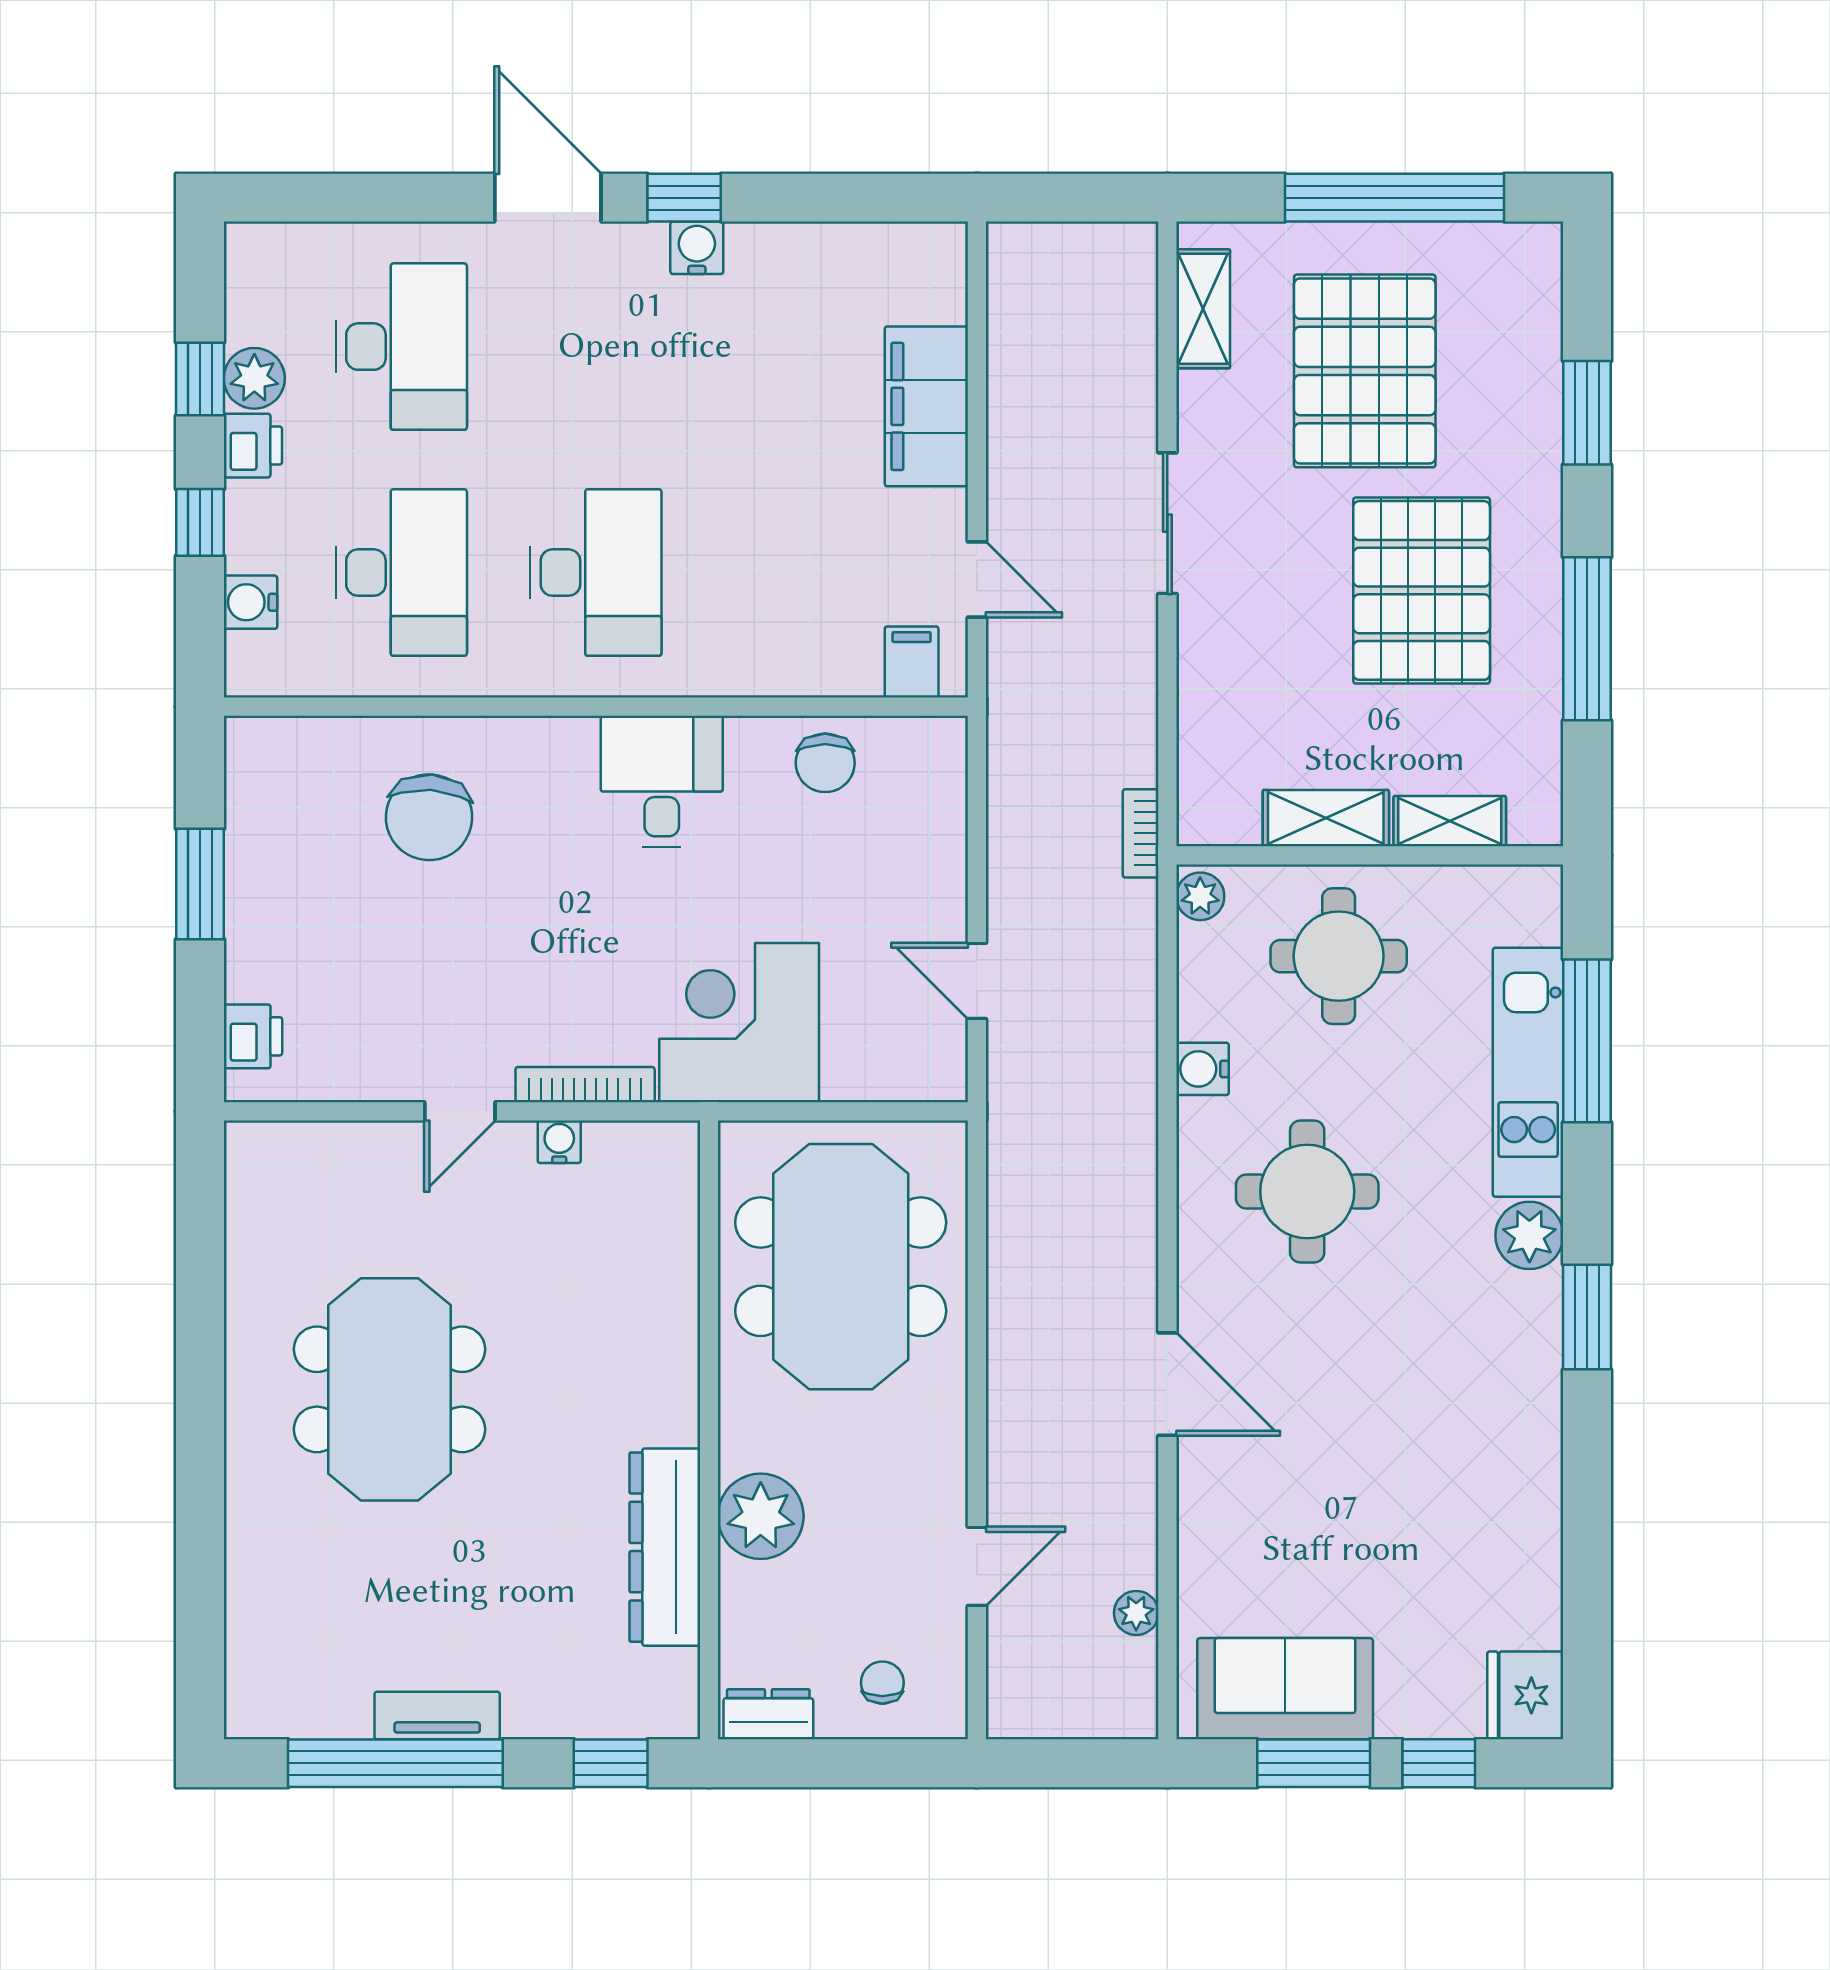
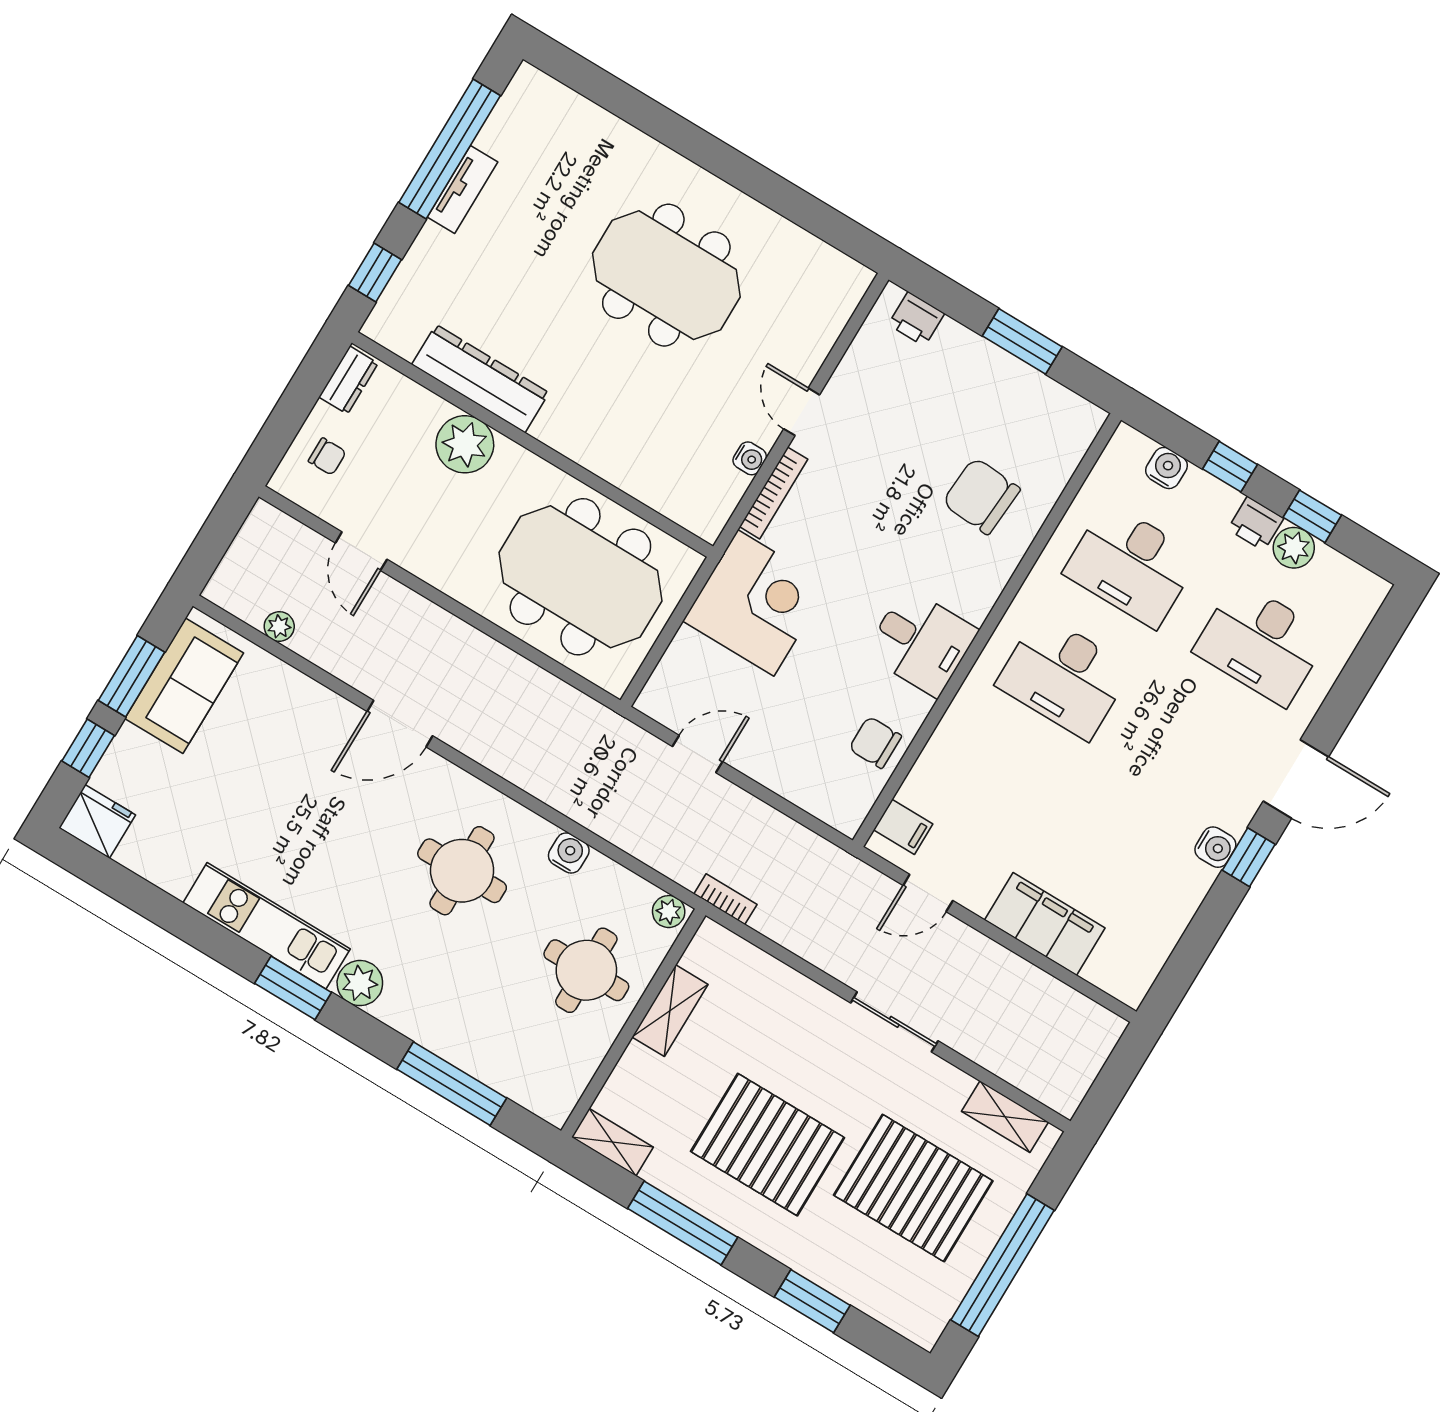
shelving: (1450, 821) -> (612, 1142), moved, turned 90
kitchen unit: (1528, 1072) -> (267, 926), moved

